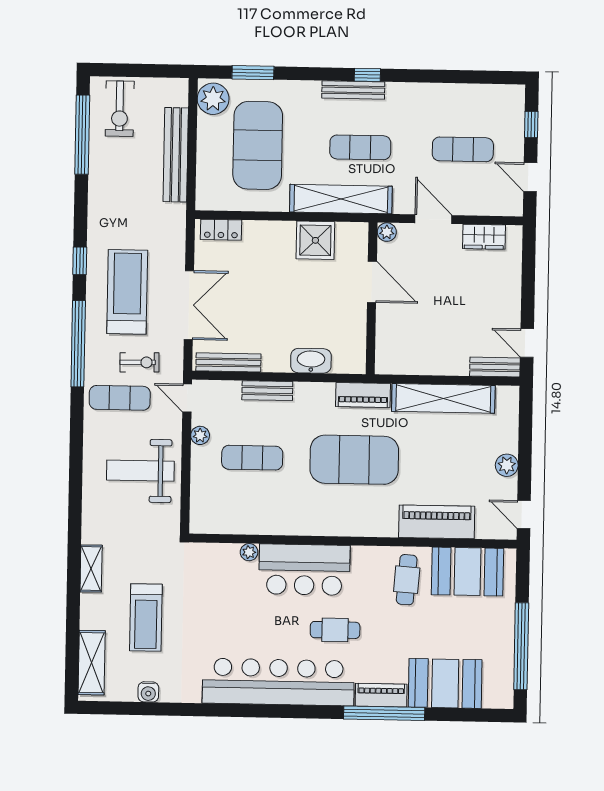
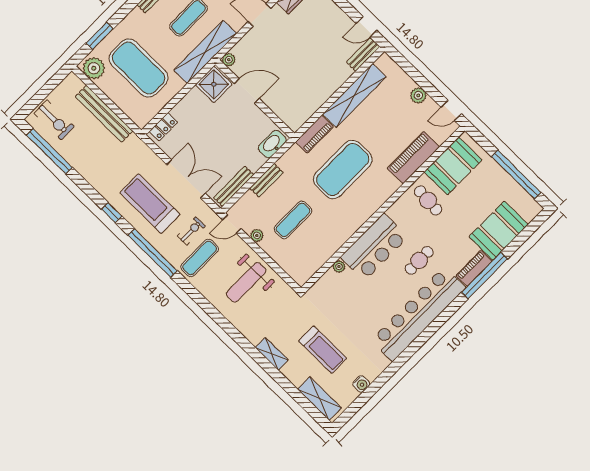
plant: (387, 232) -> (229, 60), moved
door: (372, 282) -> (247, 91), moved
wall: (372, 298) -> (255, 99), moved

